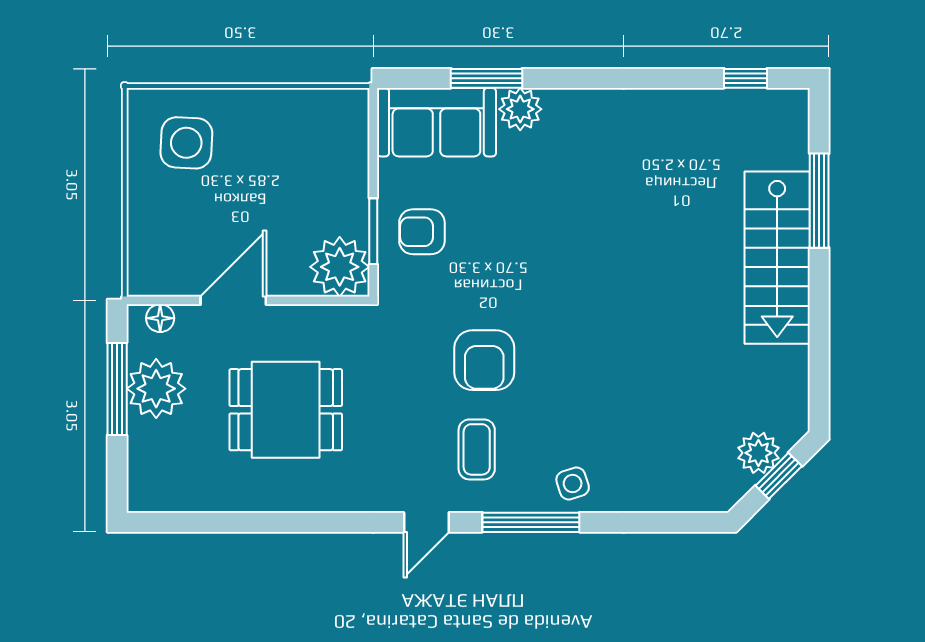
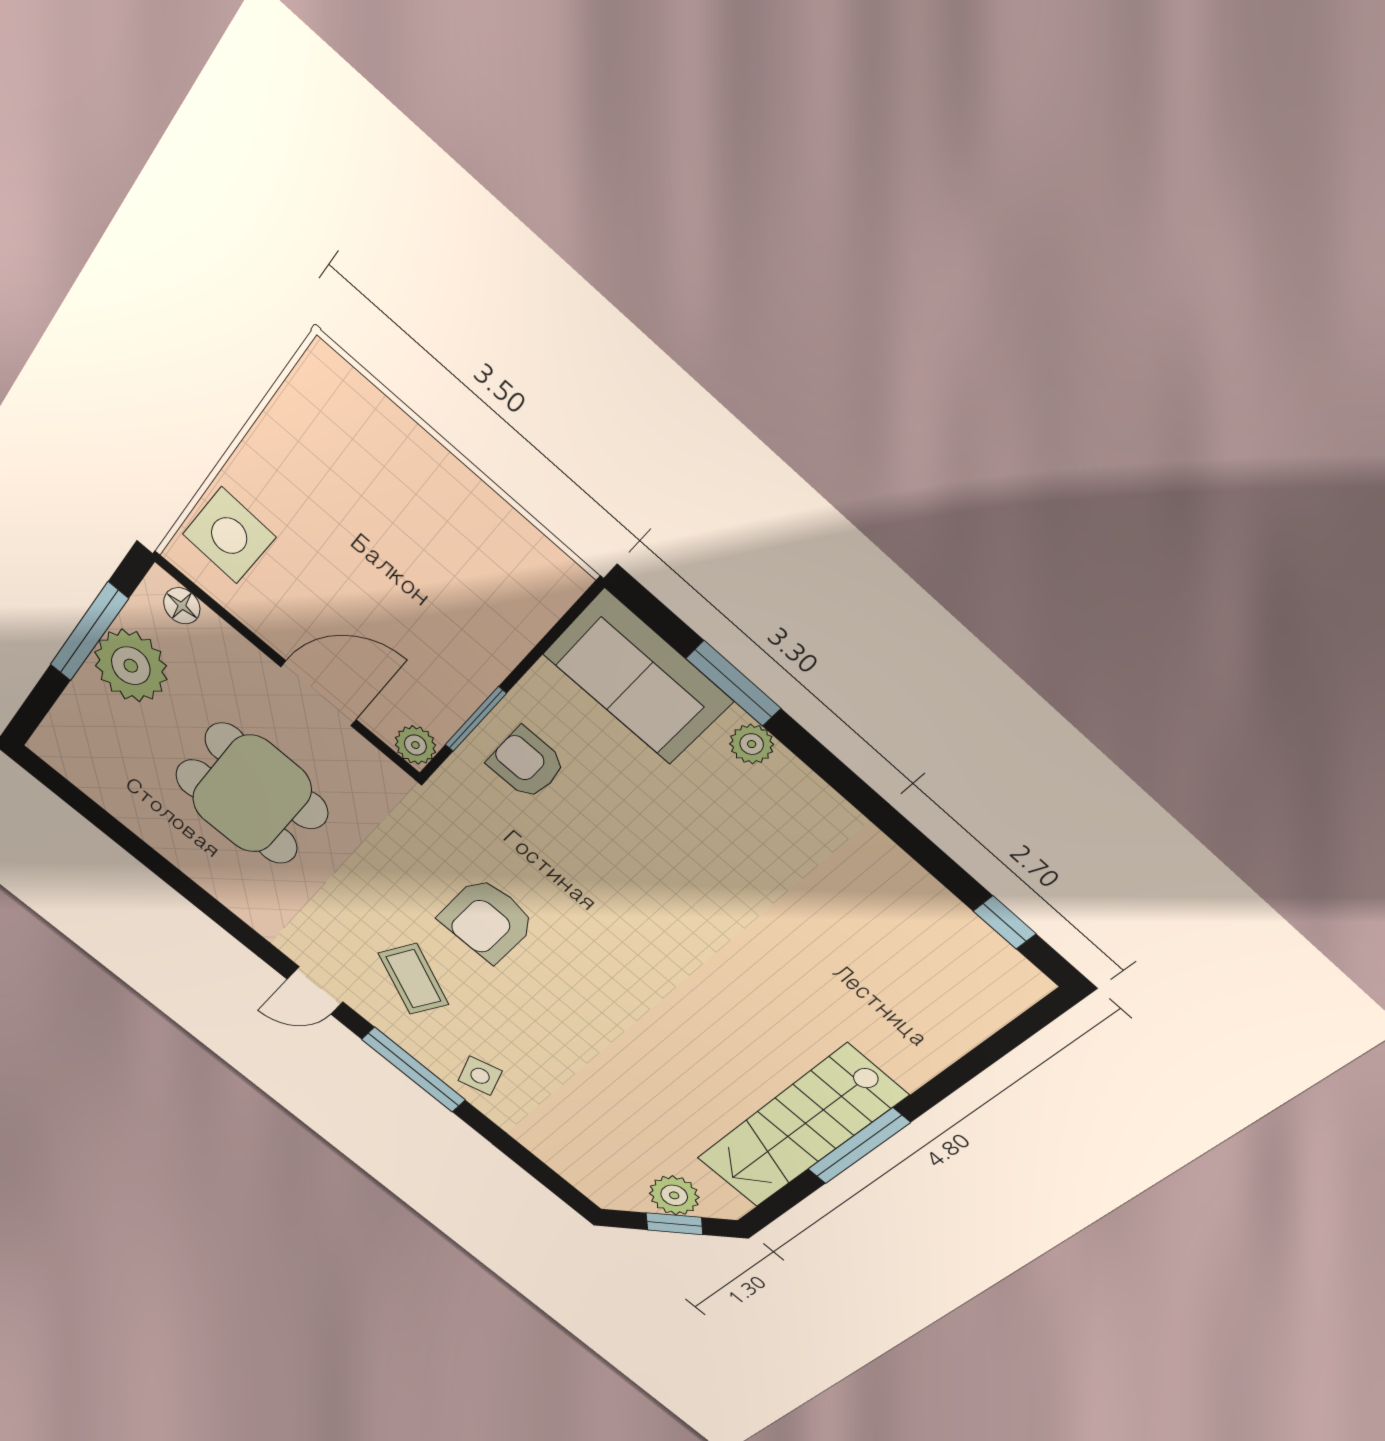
plant: (520, 109) -> (752, 744), width x0.73, depth x0.73
side table: (186, 143) -> (229, 536), moved
window: (819, 201) -> (859, 1146), moved
stairs: (777, 258) -> (800, 1127), moved
plant: (340, 267) -> (415, 745), width x0.53, depth x0.53
door: (233, 300) -> (319, 693), moved
coffee table: (477, 449) -> (413, 979), turned -63

